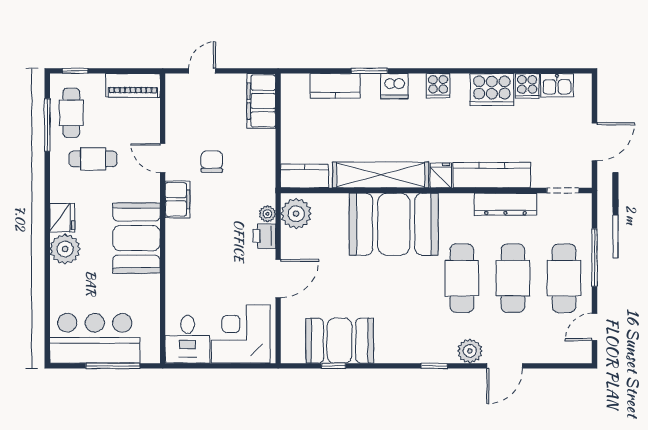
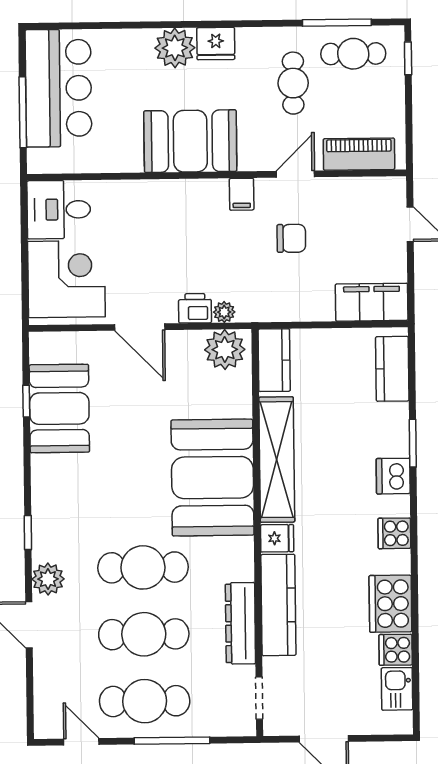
piano: (133, 86) -> (359, 154), moved, turned 90
kitchen counter: (335, 86) -> (392, 369), moved
filing cabinet: (177, 199) -> (242, 194), width x0.50

